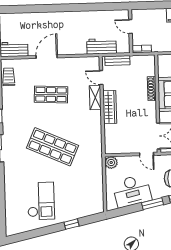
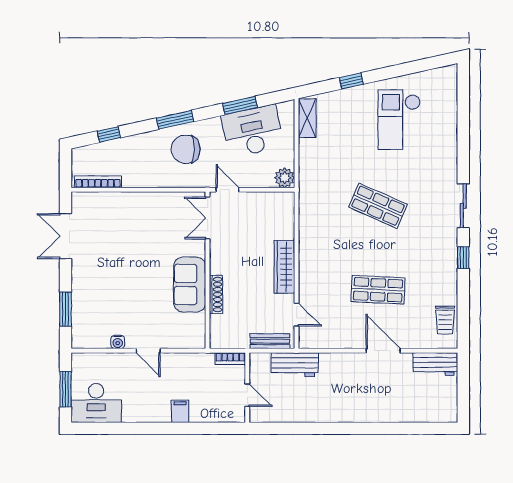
door: (47, 57) -> (383, 351), swing flipped
shelving: (95, 98) -> (307, 118), moved
shop shelf: (53, 147) -> (378, 206), width x0.70, depth x0.74
window: (153, 204) -> (240, 105), moved

